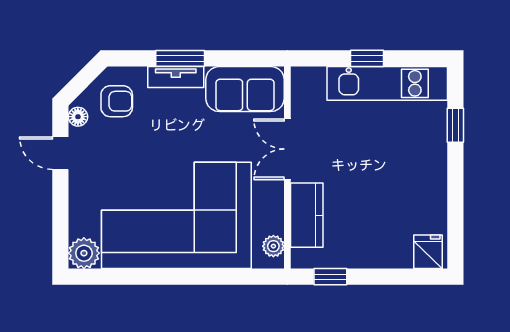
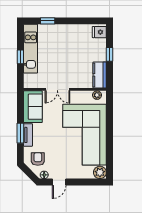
kitchen counter: (307, 215) -> (100, 75), moved, turned -90
window: (330, 277) -> (109, 54), moved

